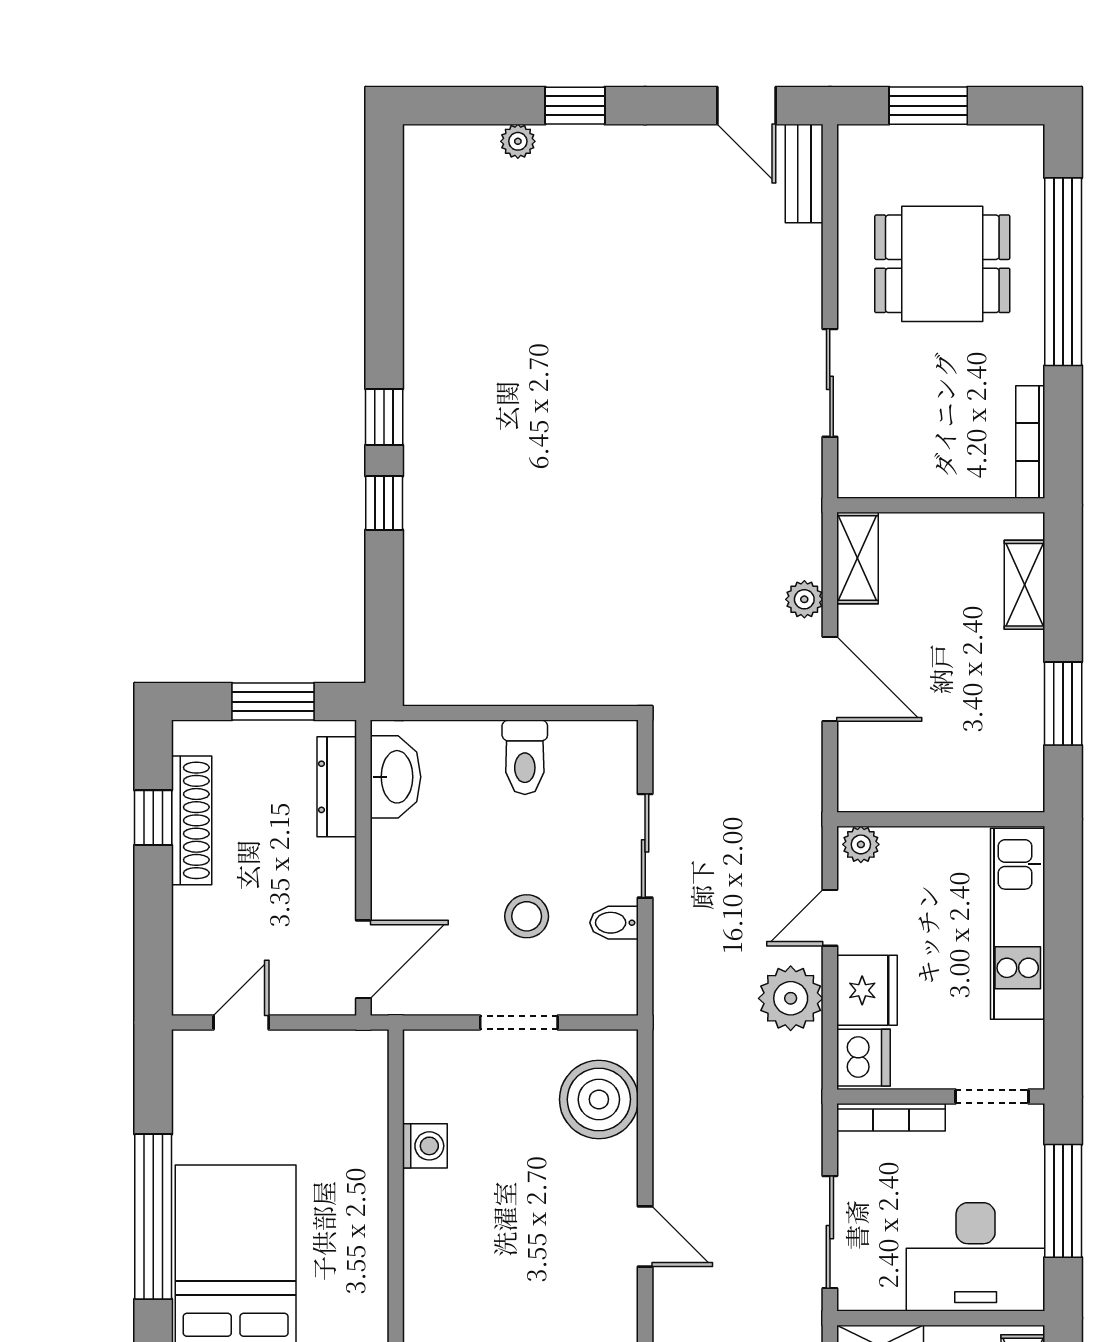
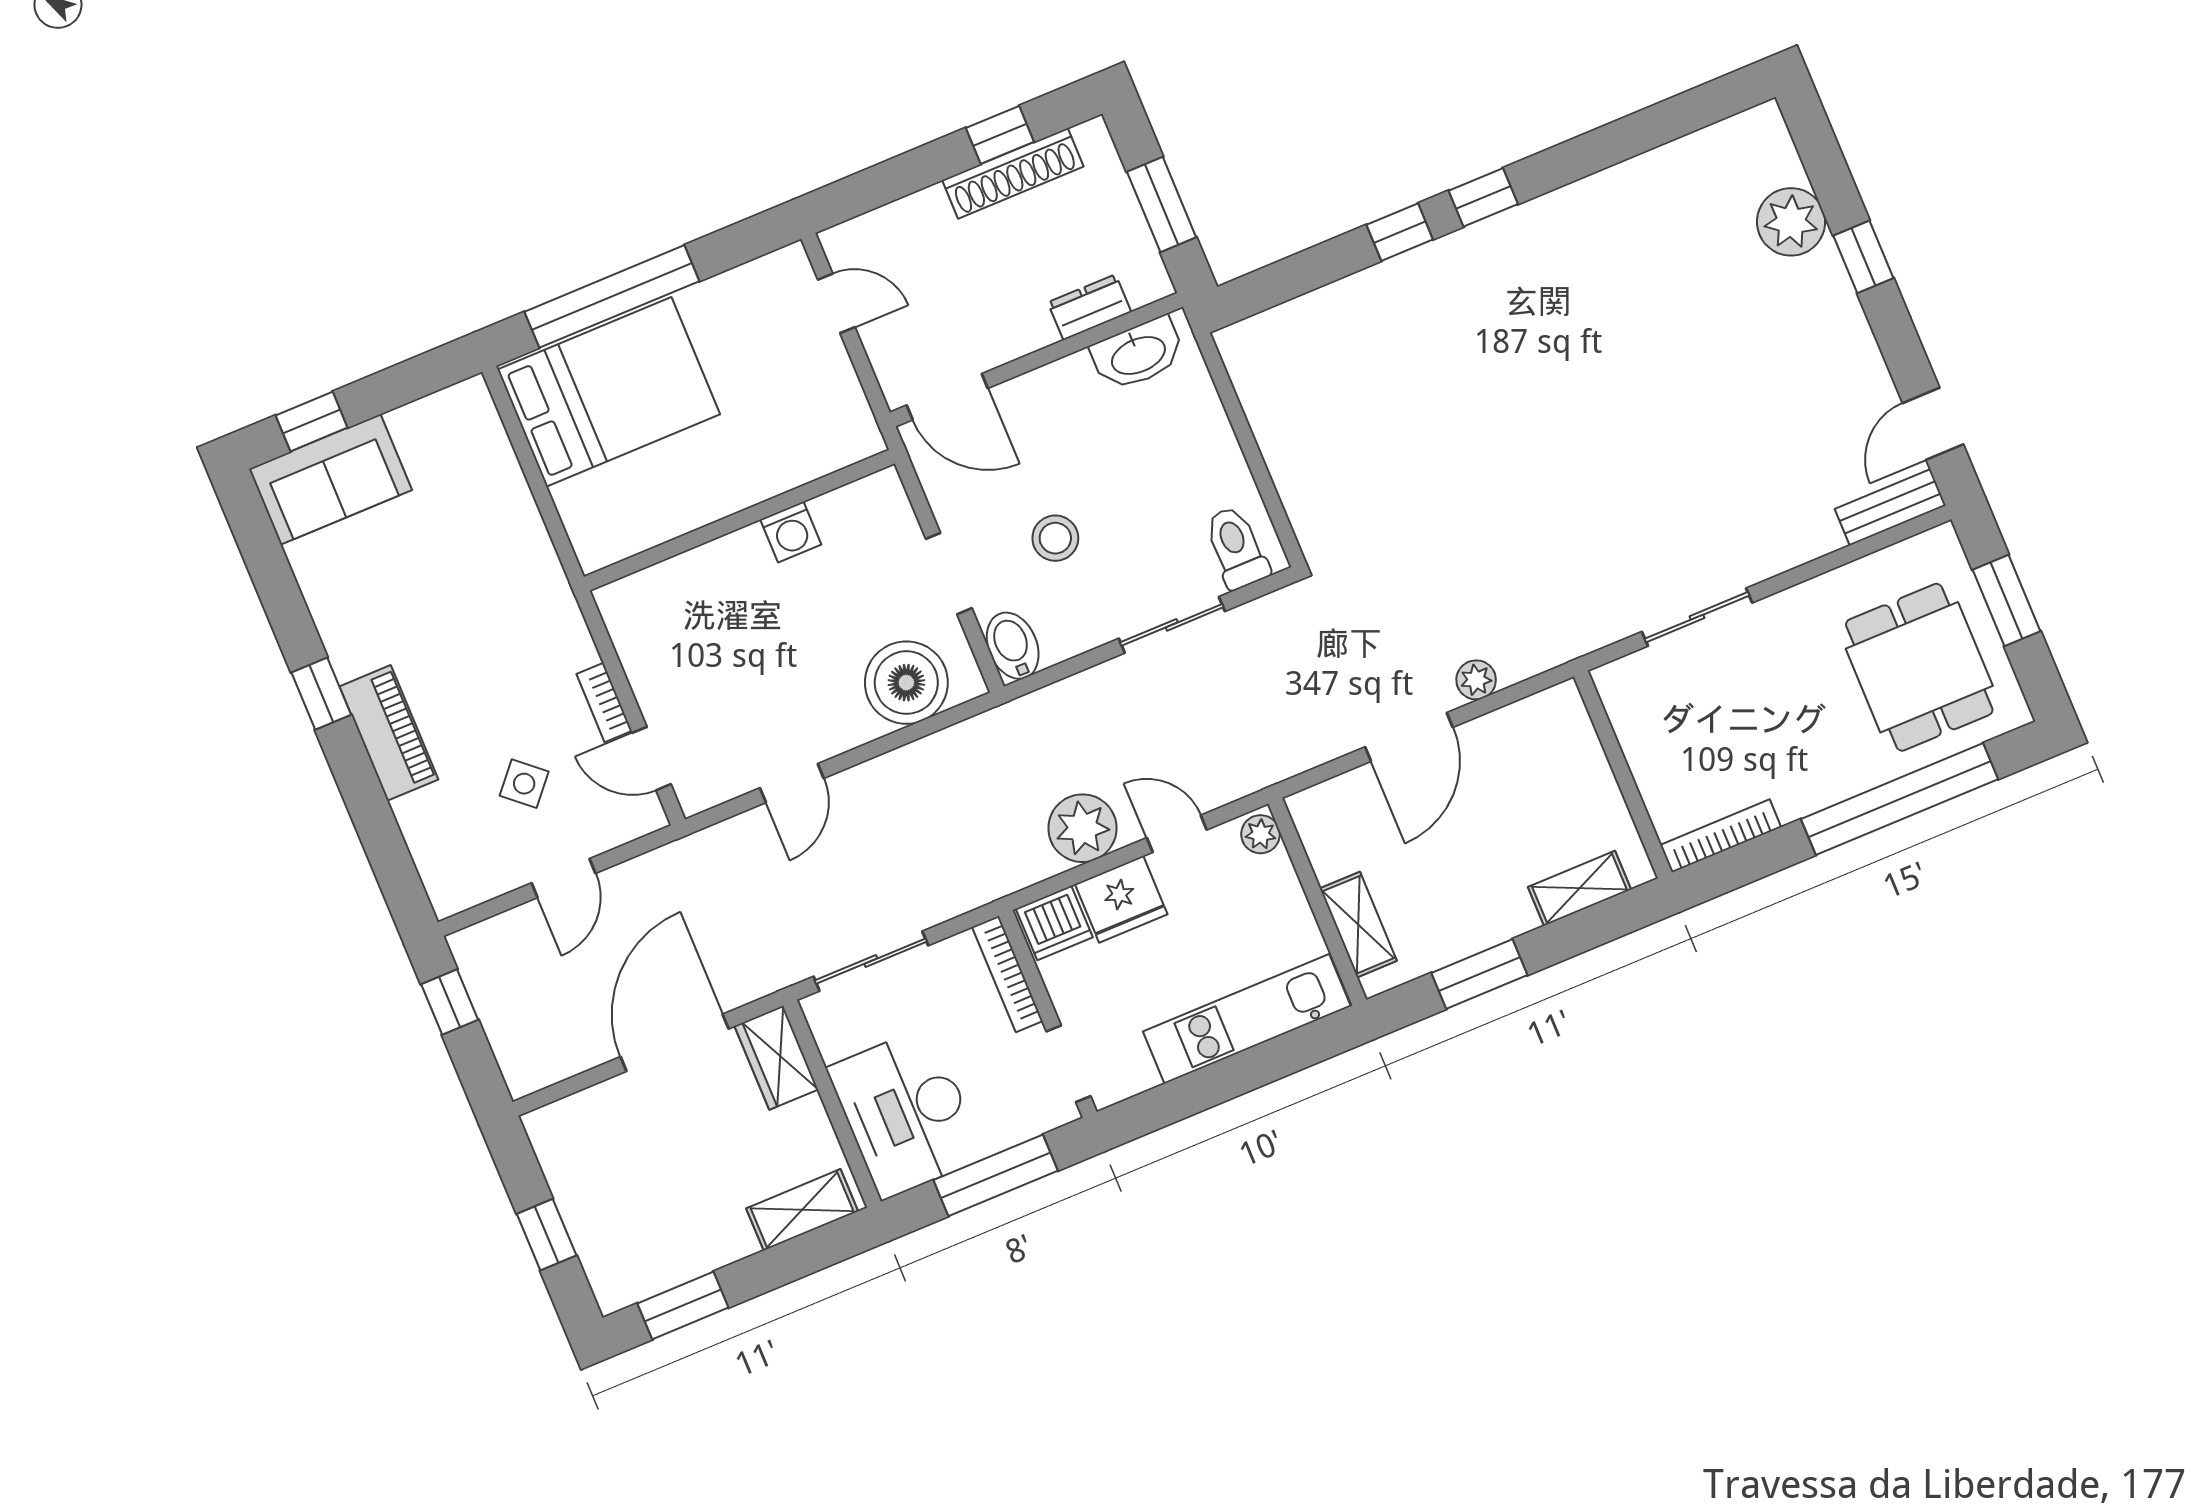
plant: (518, 141) -> (1791, 222), width x1.87, depth x1.87
dining table: (942, 264) -> (1919, 667), moved
shelving: (857, 558) -> (1358, 925), moved, turned 90
toilet: (525, 757) -> (1236, 548), moved, turned 90
dresser: (337, 787) -> (1090, 307), width x0.70
bidet: (614, 923) -> (1013, 646), moved, width x1.38, depth x1.36

